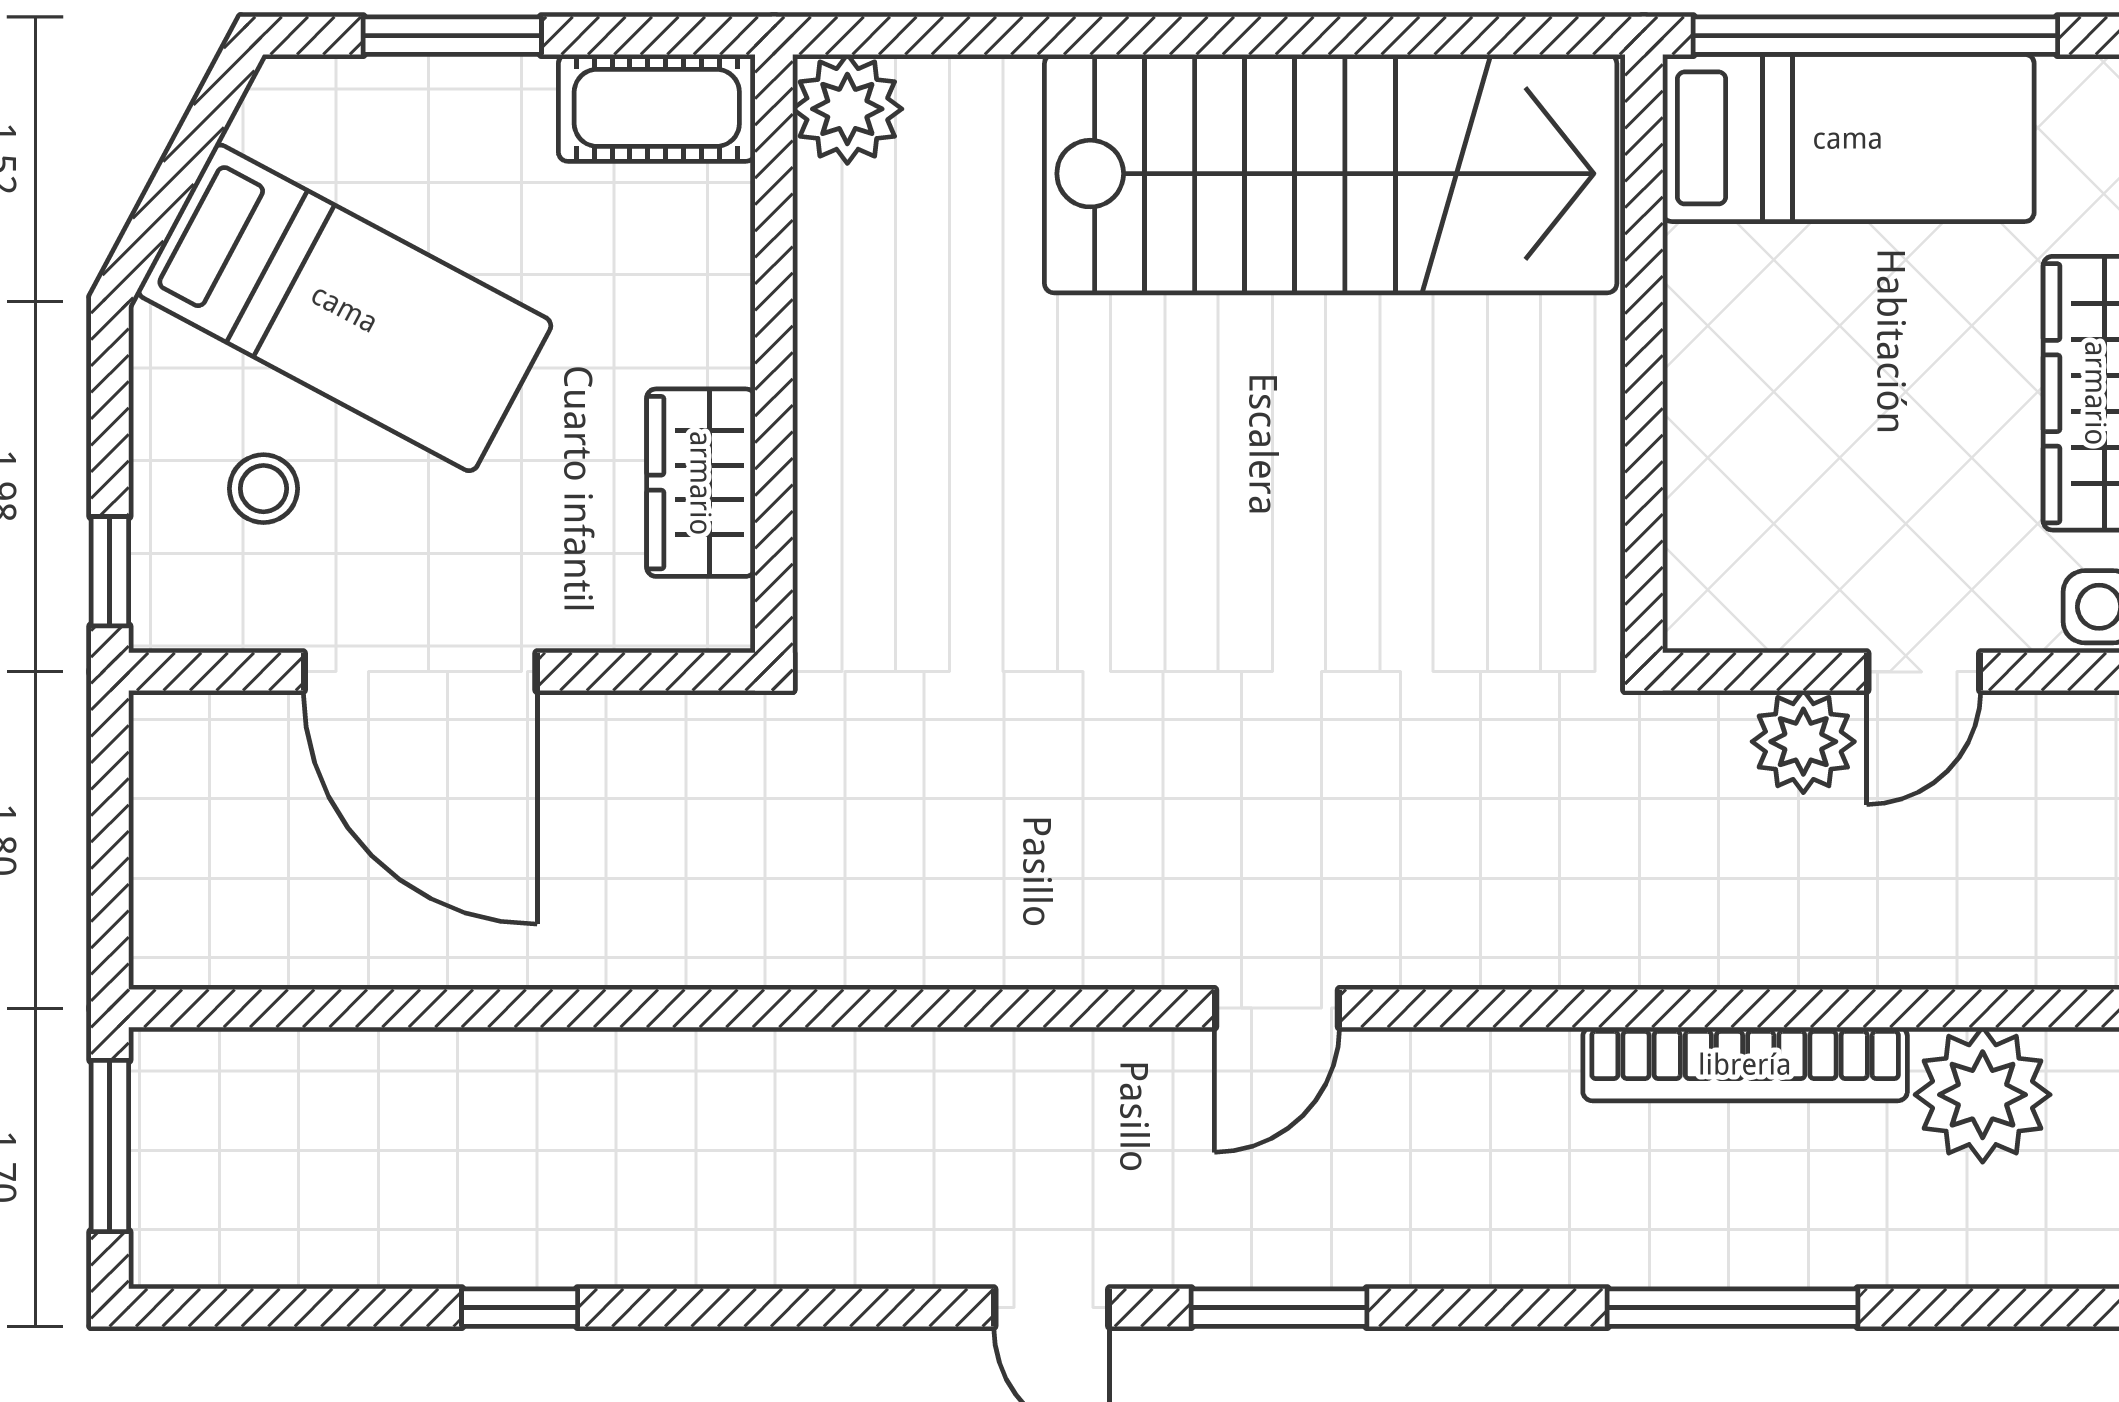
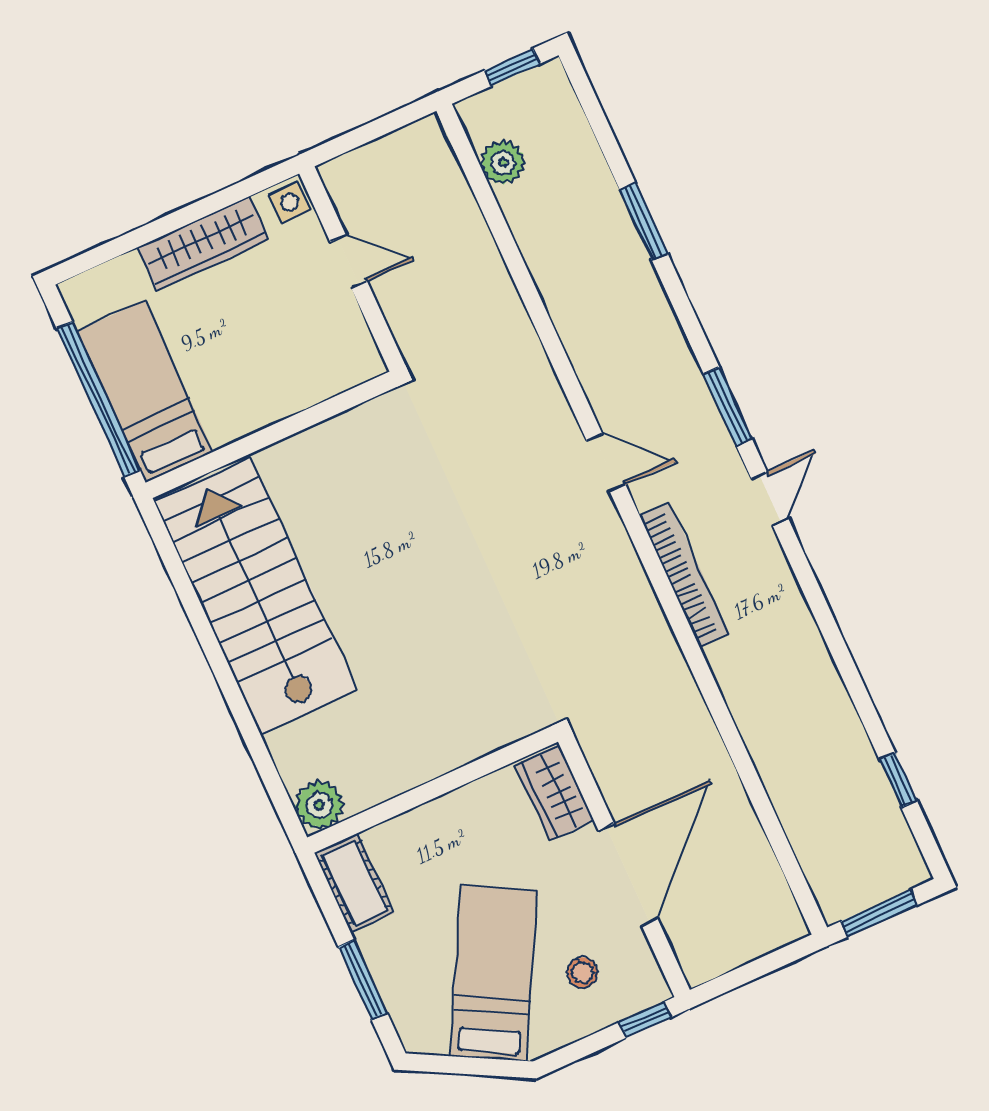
wardrobe: (701, 483) -> (555, 793), moved, turned 90
plant: (1803, 742) -> (400, 298), removed
bookcase: (1745, 1064) -> (684, 575), moved
plant: (1983, 1095) -> (503, 162), width x0.73, depth x0.73
window: (520, 1308) -> (898, 780), moved
window: (1732, 1308) -> (644, 221), width x0.69

